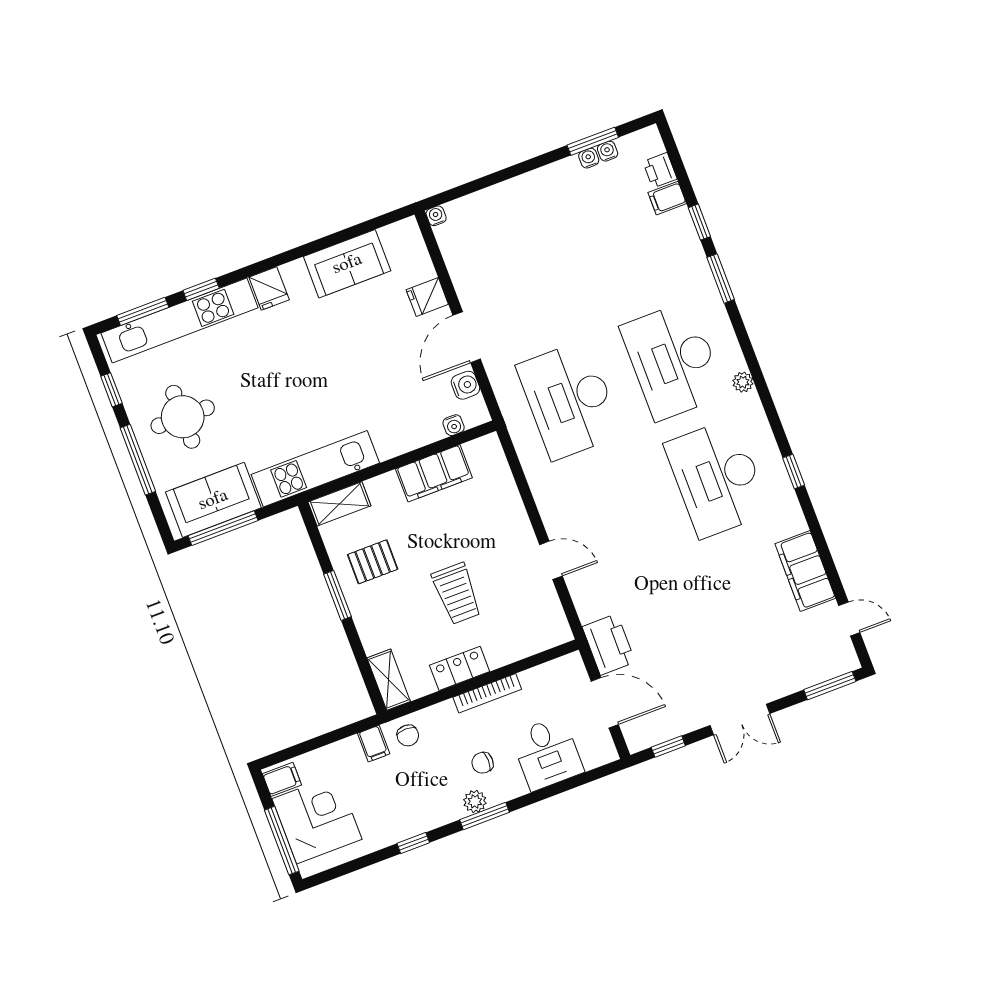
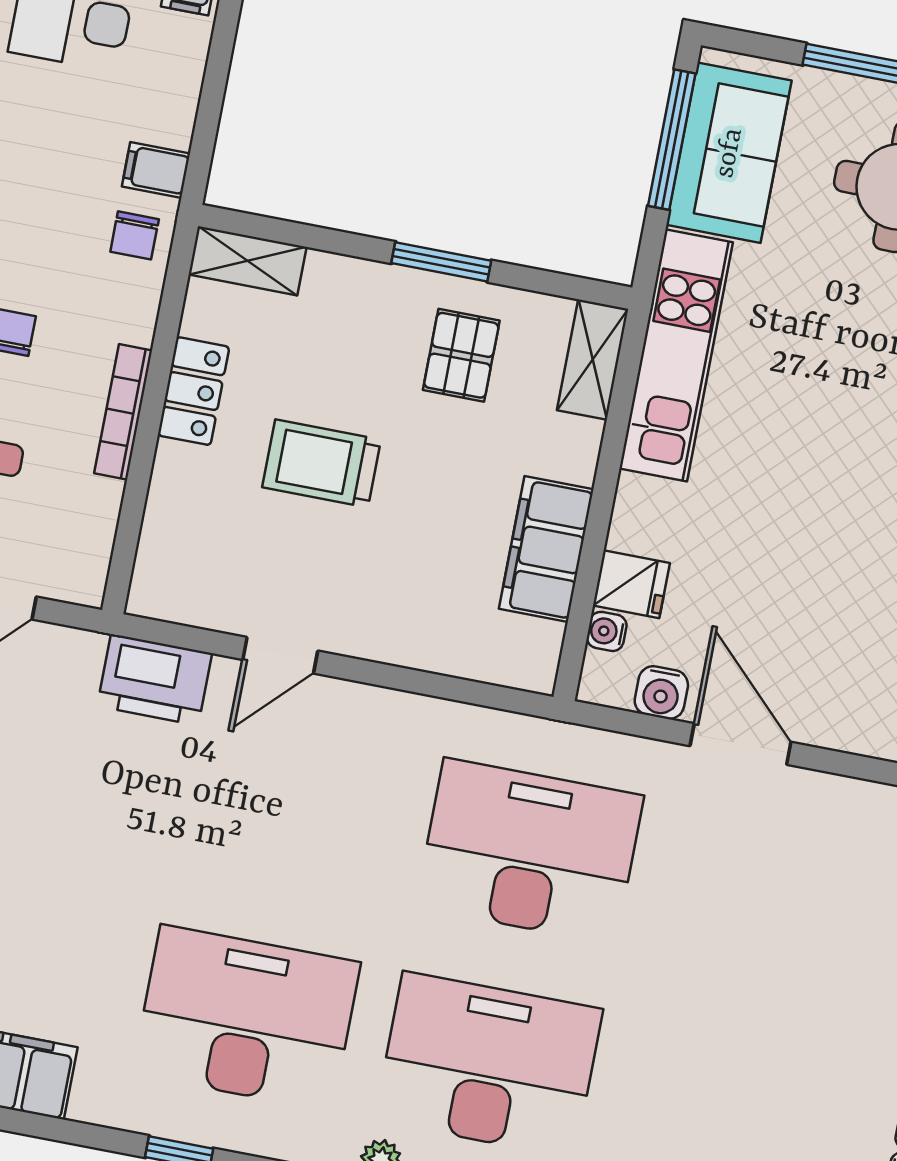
fridge: (427, 297) -> (631, 584), moved, turned 90
printer: (609, 644) -> (155, 680), moved
chair: (408, 735) -> (135, 235), turned -90

